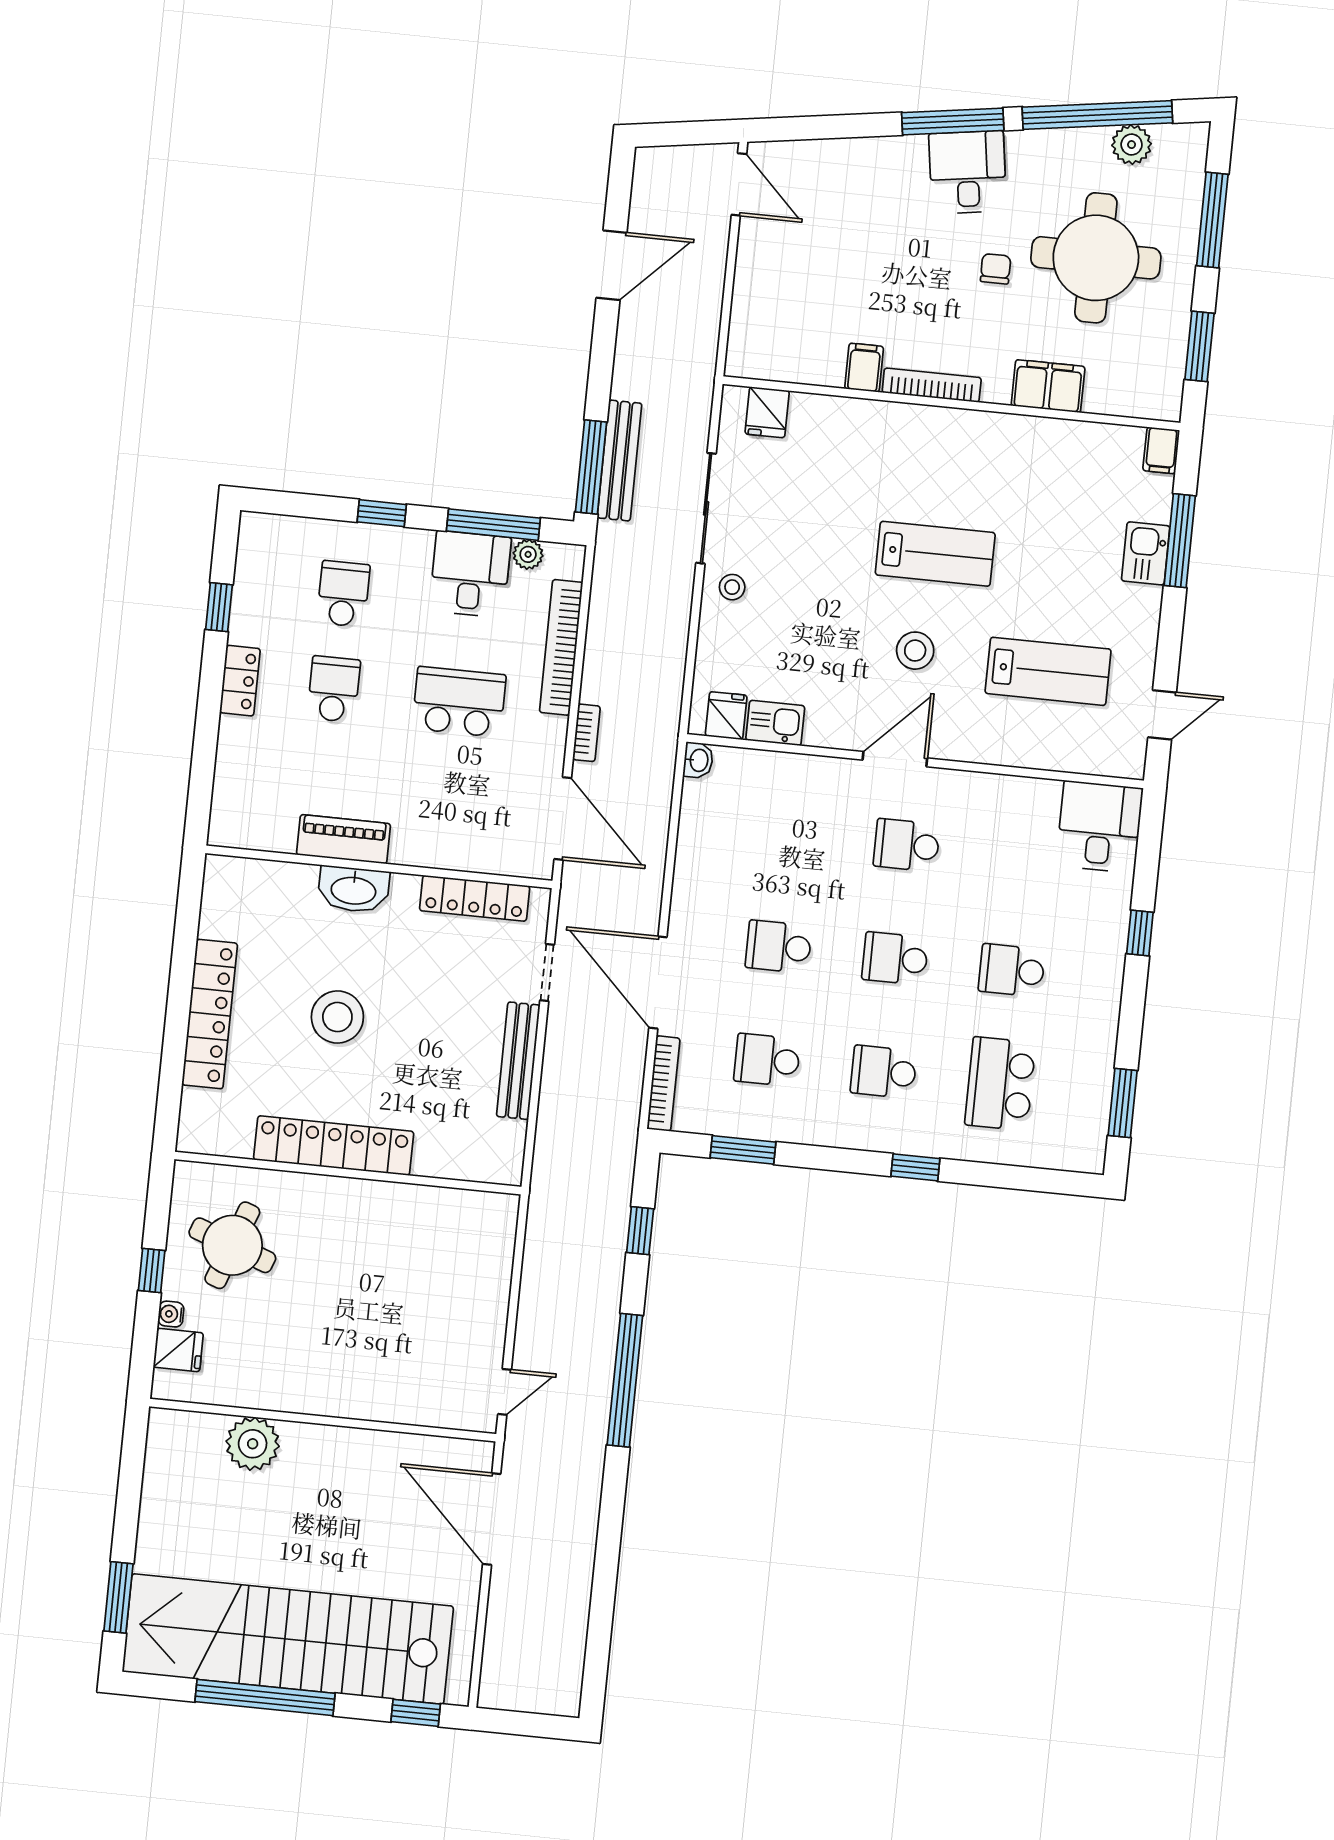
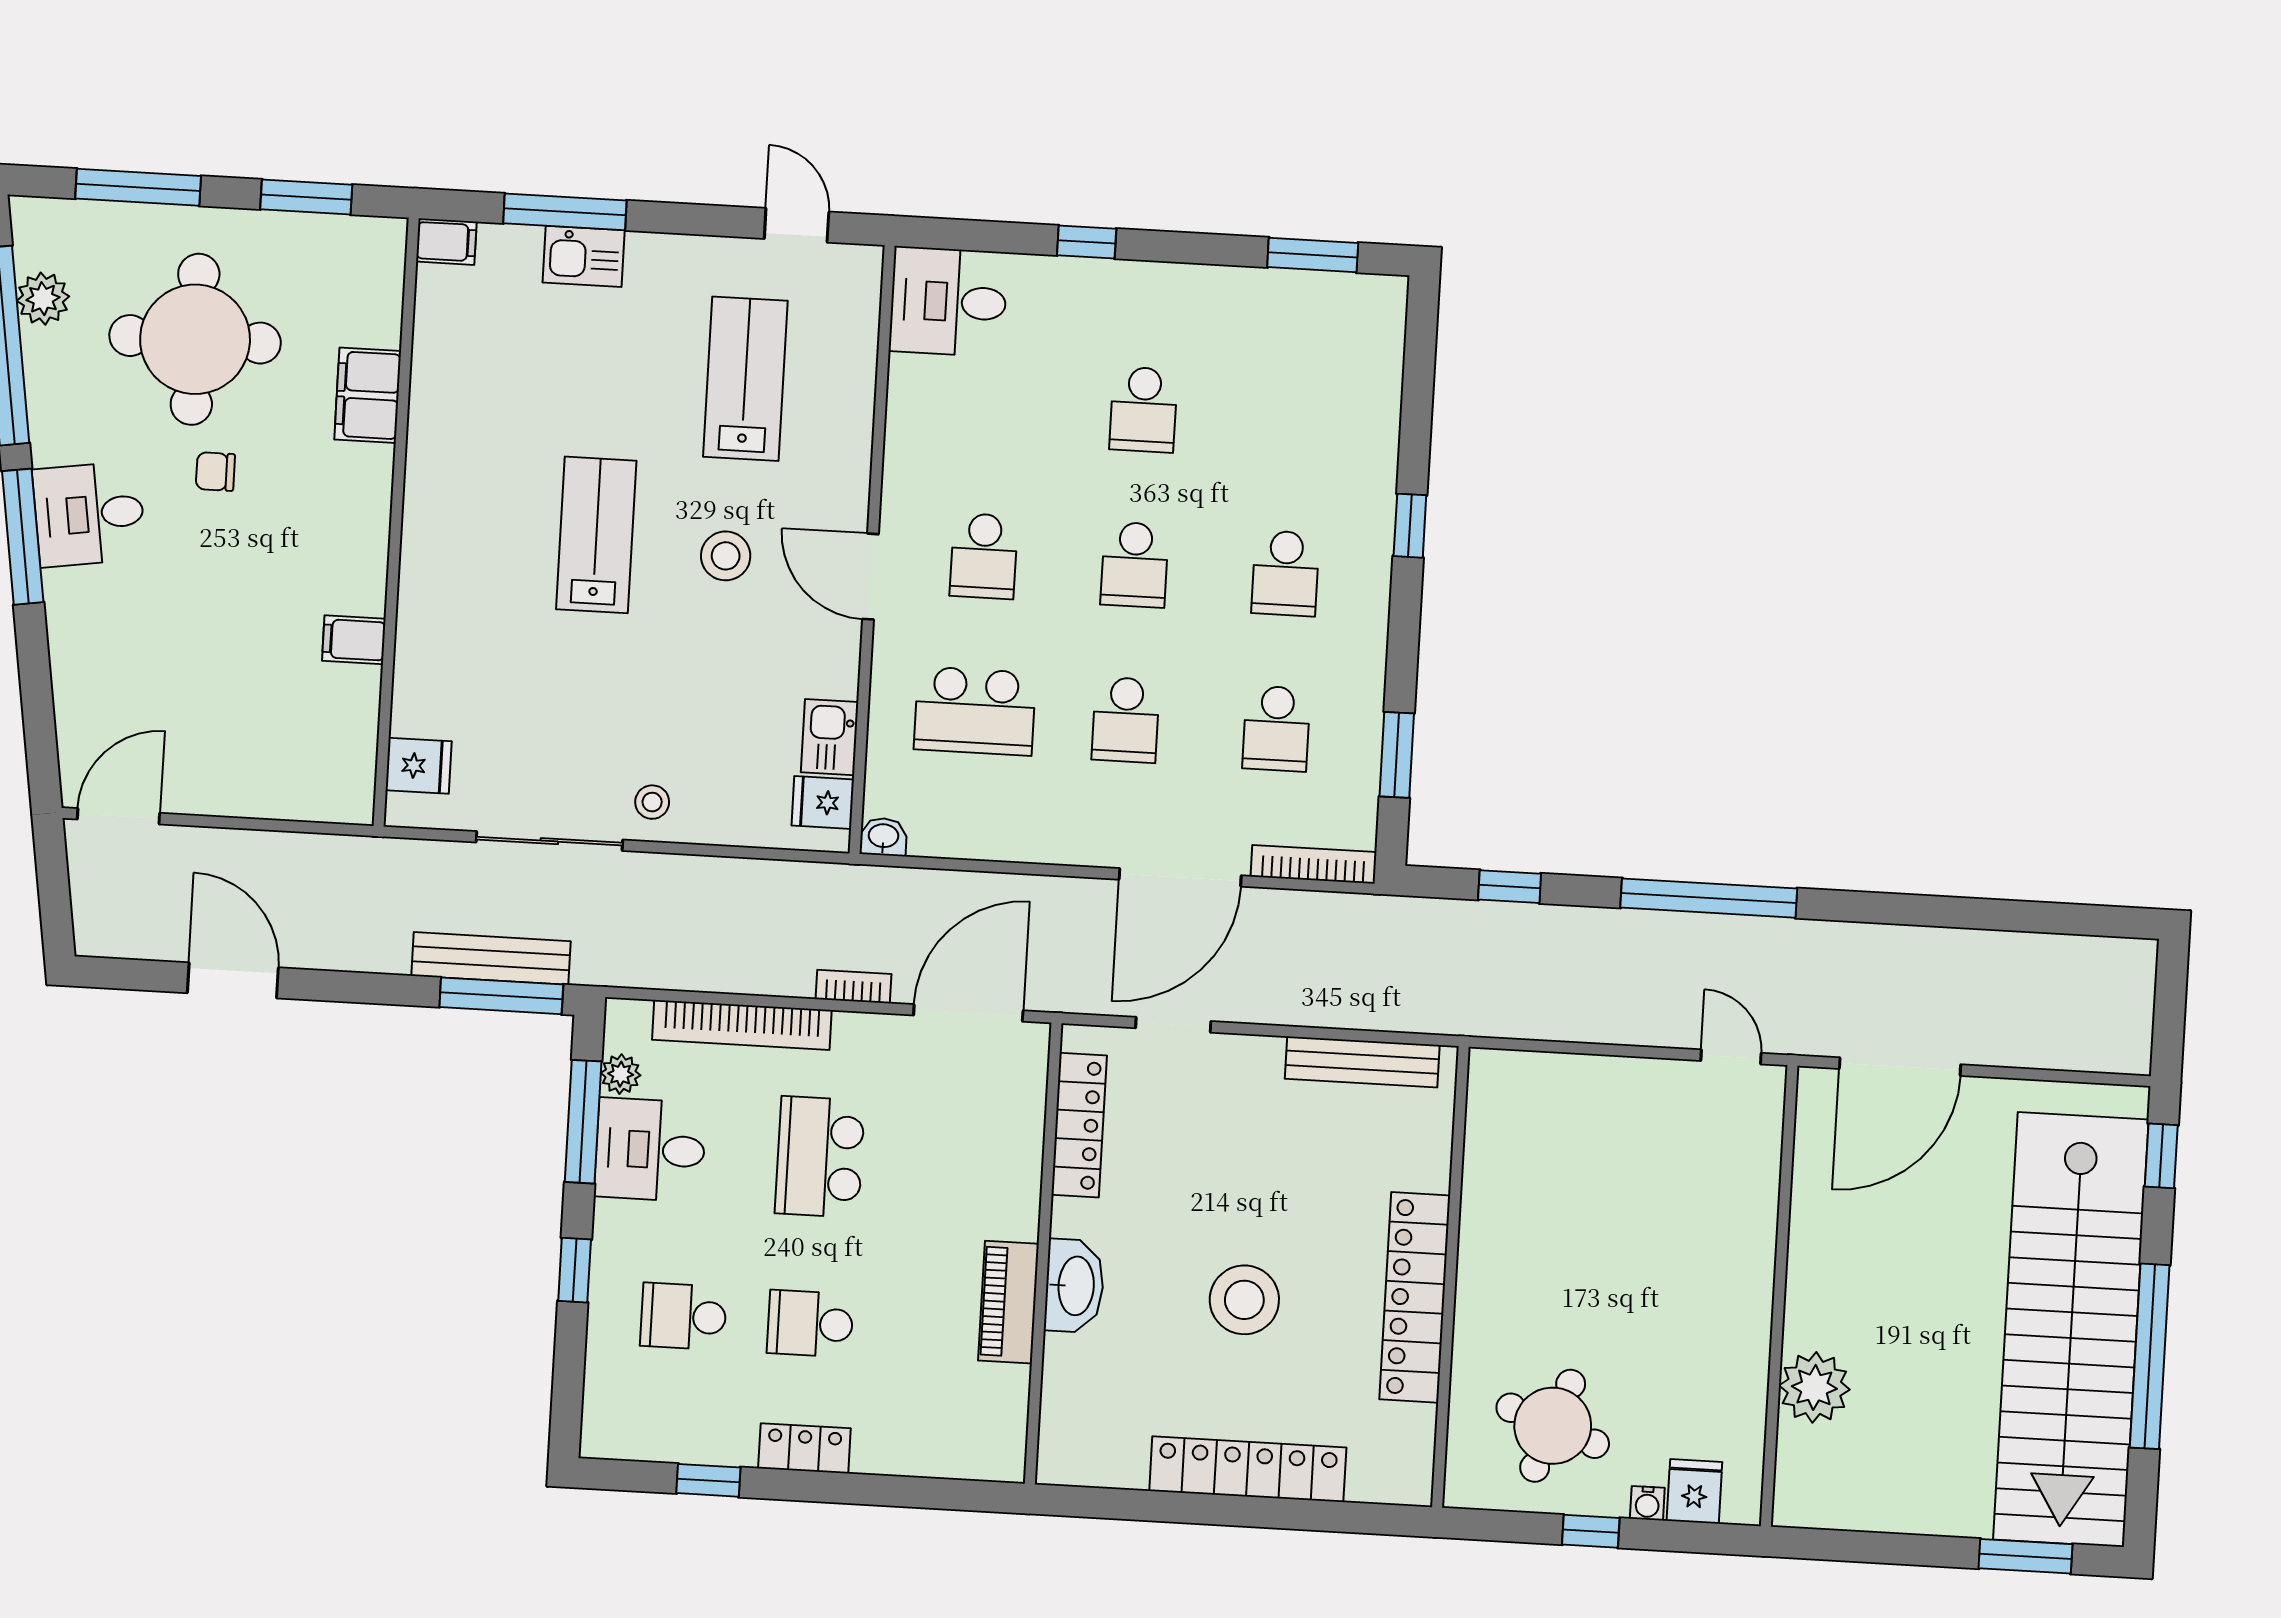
bookcase: (932, 385) -> (373, 549), removed
bench: (518, 1061) -> (1362, 1062), moved
school desk: (1000, 1084) -> (975, 711), moved

